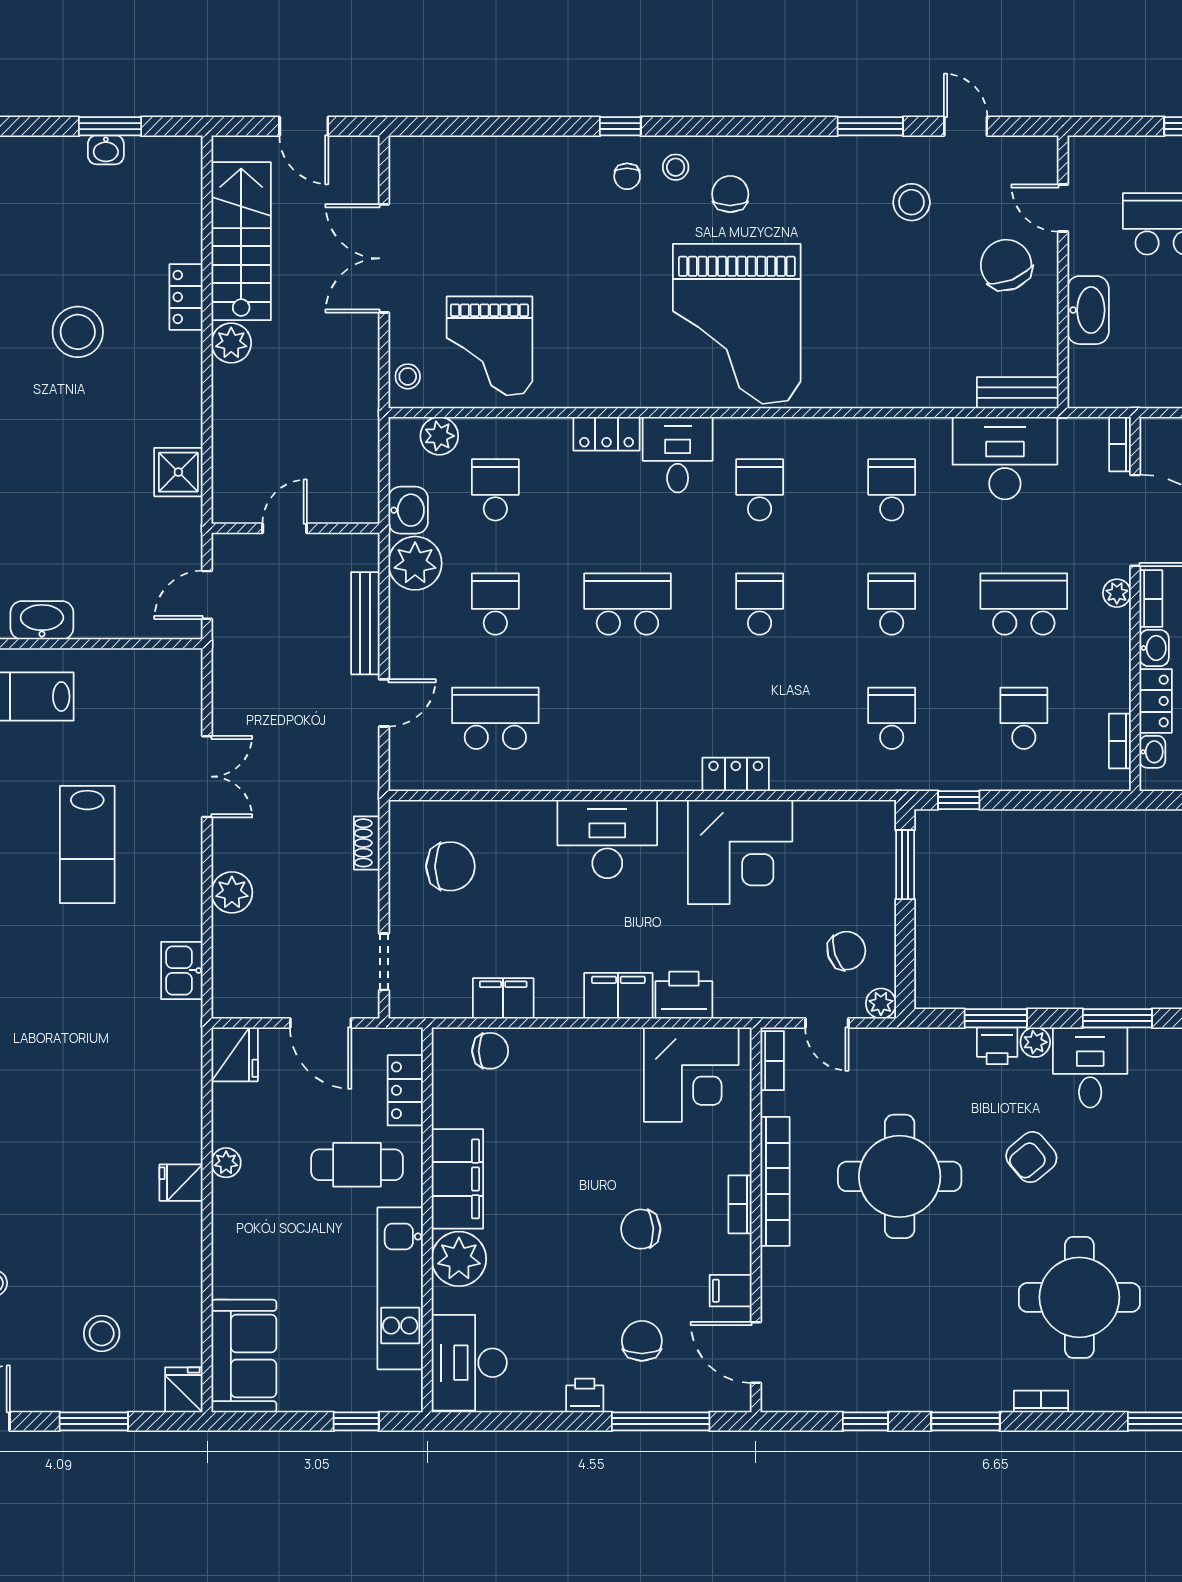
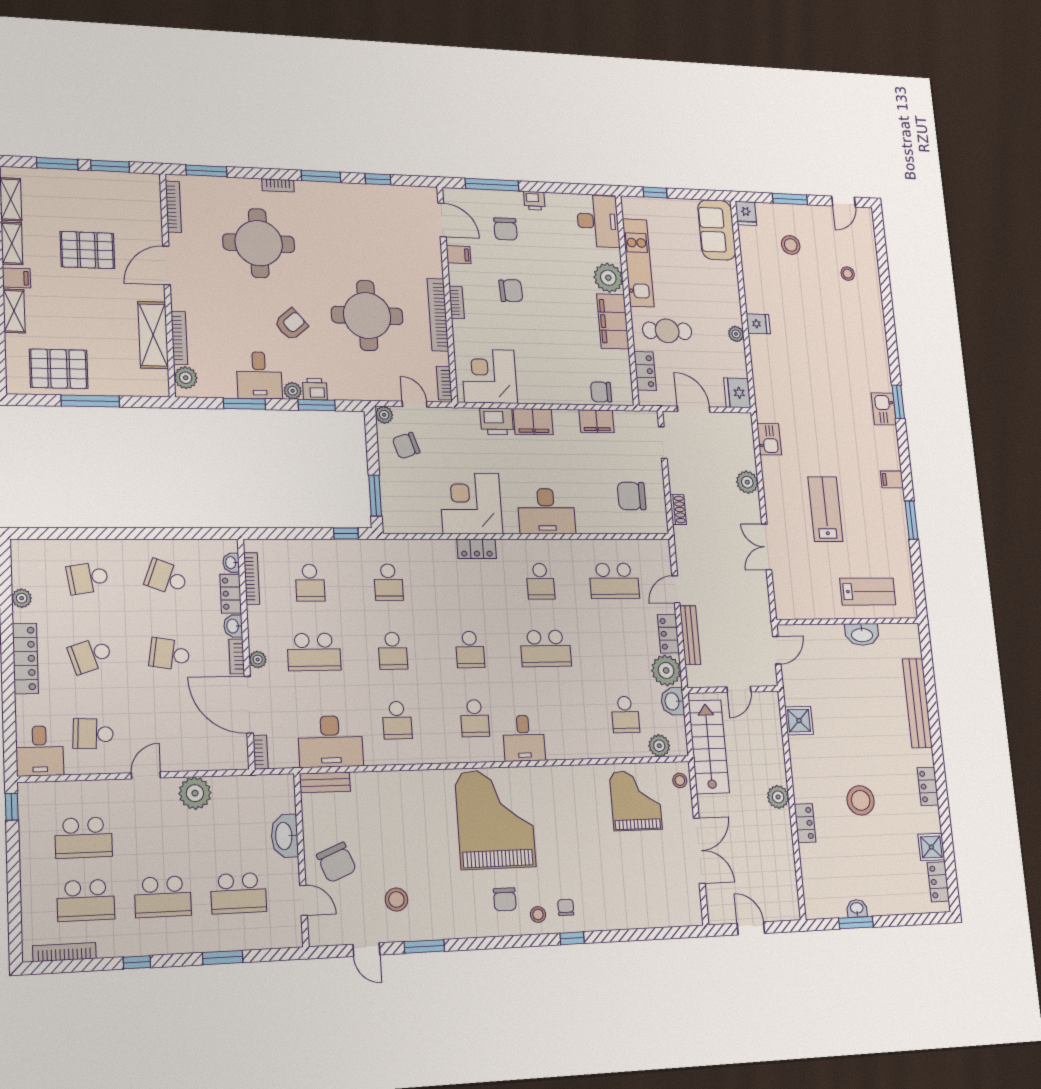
stairs: (241, 241) -> (709, 747), moved, turned 180
locker: (606, 434) -> (668, 634), moved, turned -90
school desk: (495, 604) -> (540, 581), moved
bookcase: (1120, 741) -> (252, 579), width x1.56

